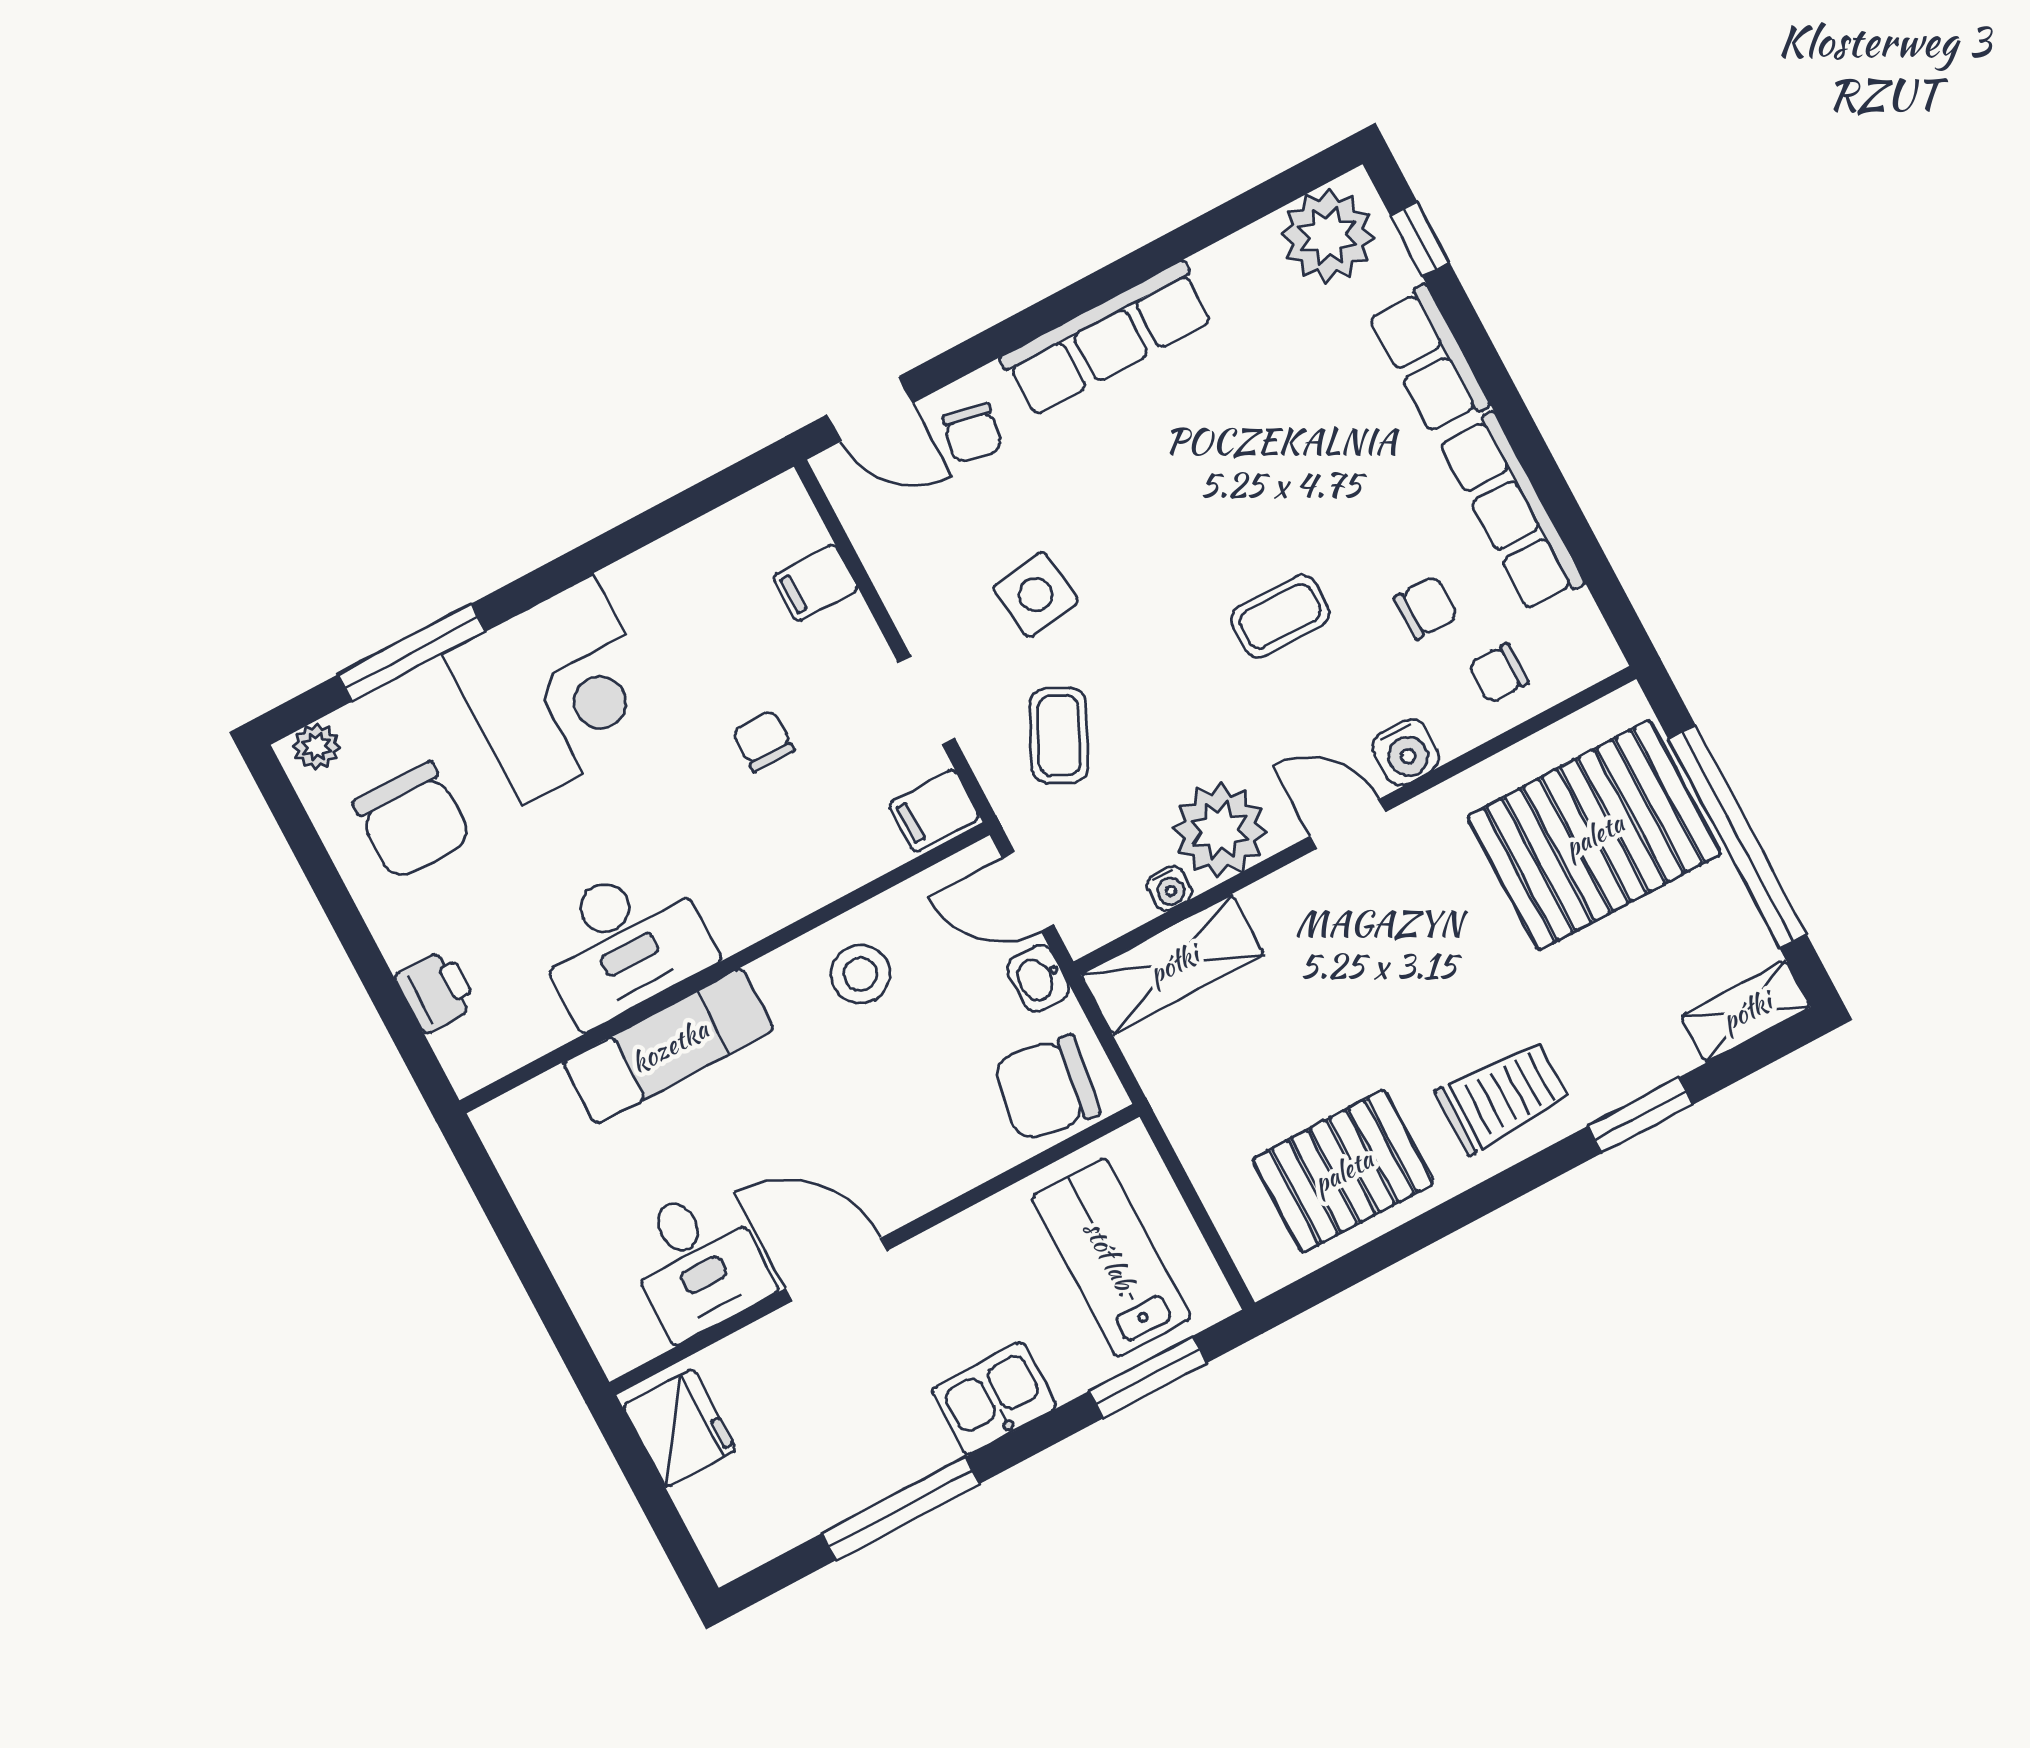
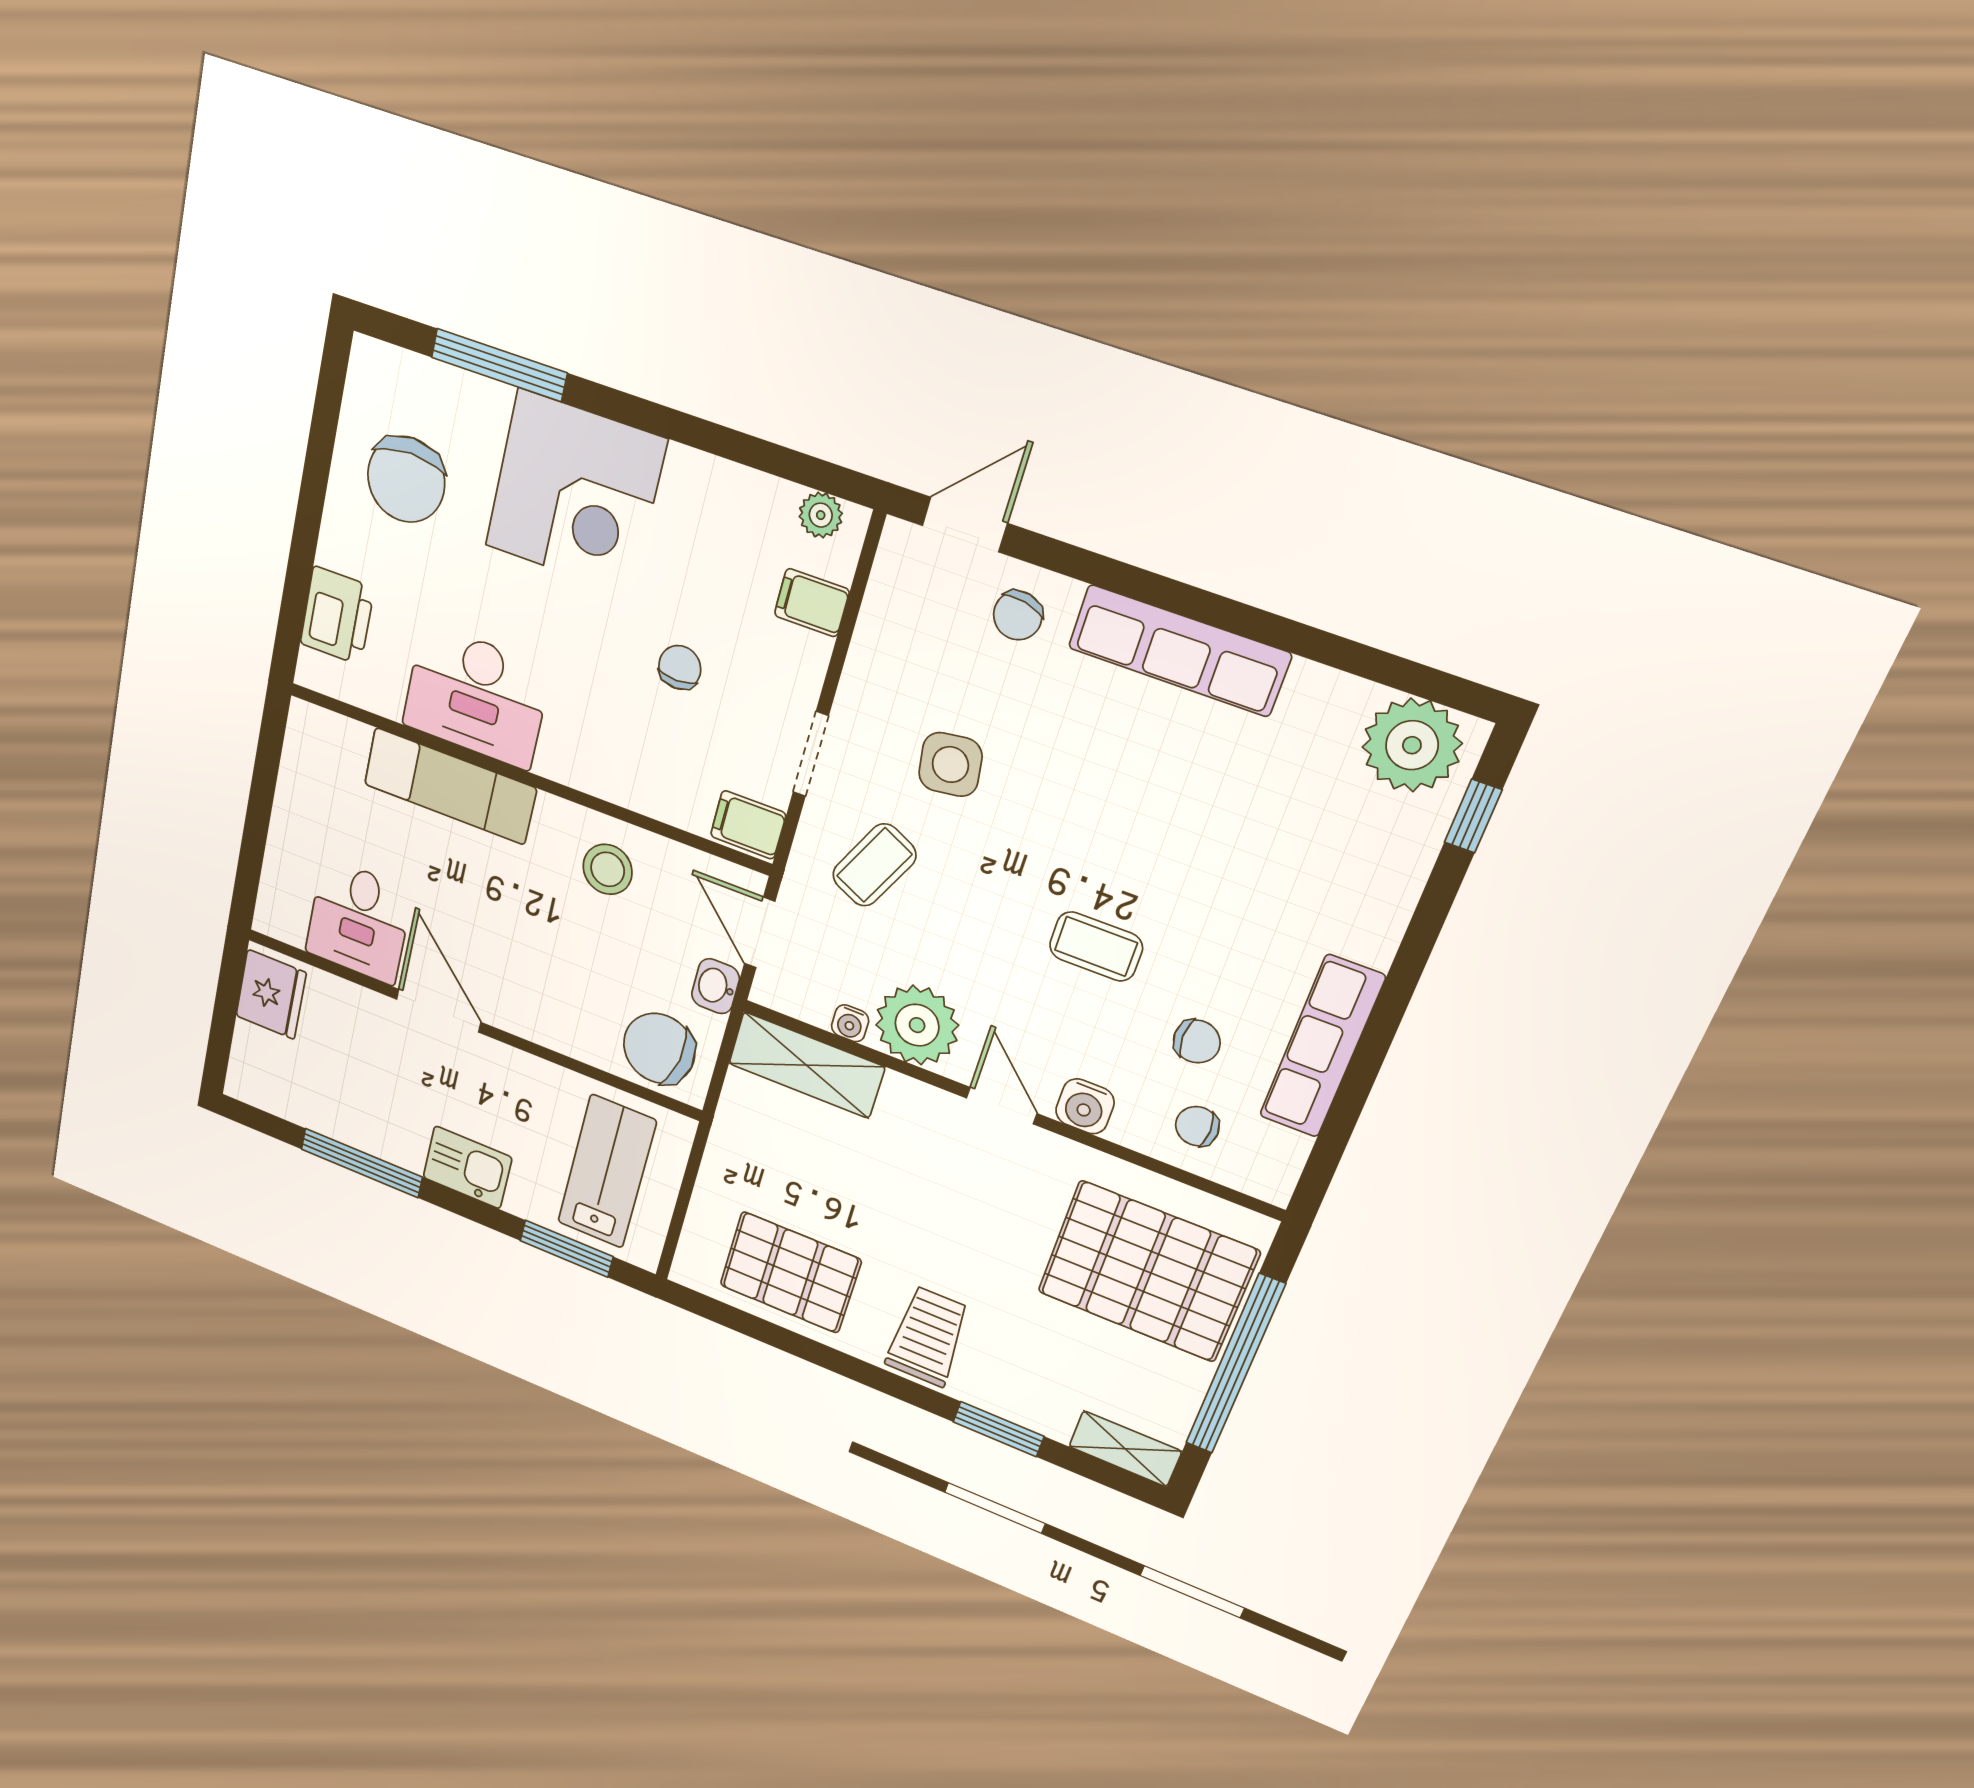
row of seats: (1429, 360) -> (1383, 898), removed
door: (870, 409) -> (965, 524), swing flipped
plant: (317, 747) -> (821, 515), moved
printer: (436, 991) -> (337, 616), width x1.36, depth x1.24
trolley: (1502, 1097) -> (928, 1336), turned -90

